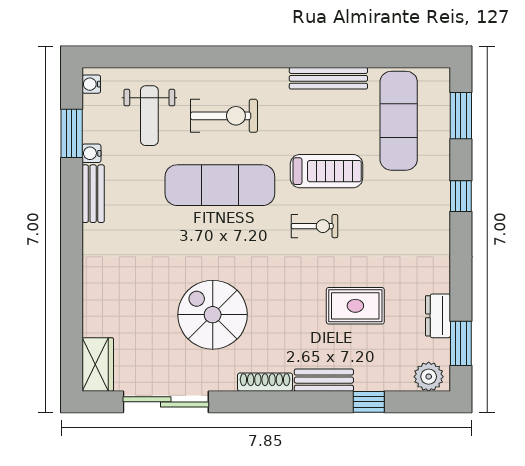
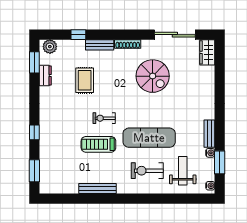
exercise mat: (399, 121) -> (64, 168), removed
rug: (355, 306) -> (85, 80), turned 90

